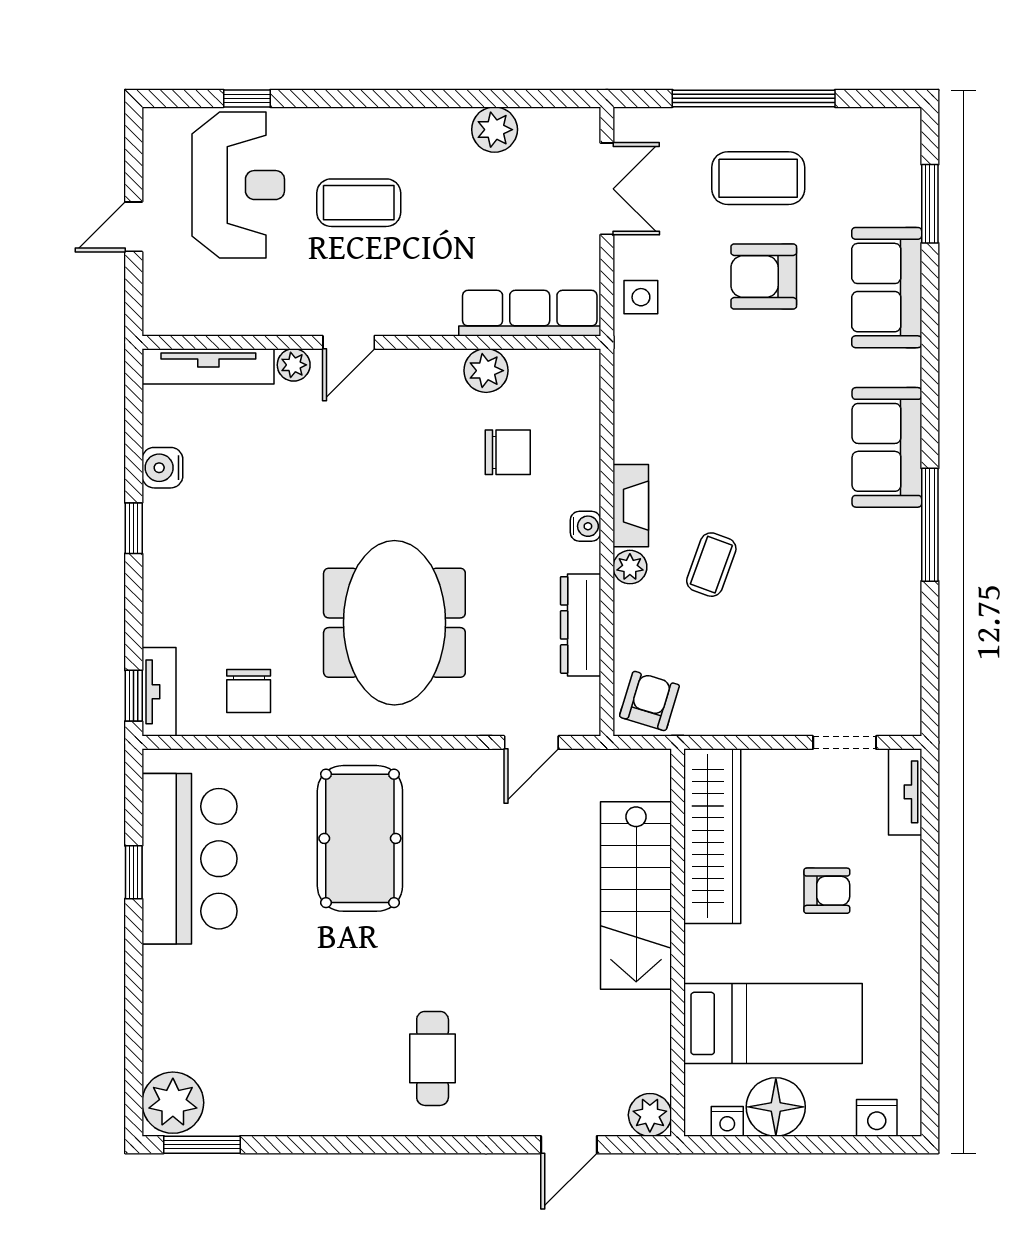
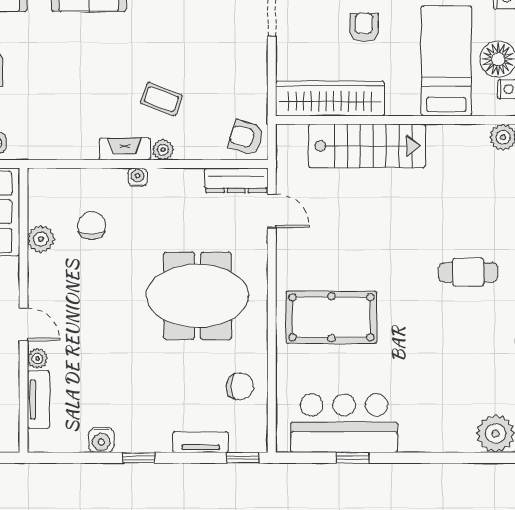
tv unit: (208, 366) -> (38, 400), width x0.71
dresser: (581, 625) -> (236, 180), moved
tv unit: (159, 692) -> (201, 442), moved

